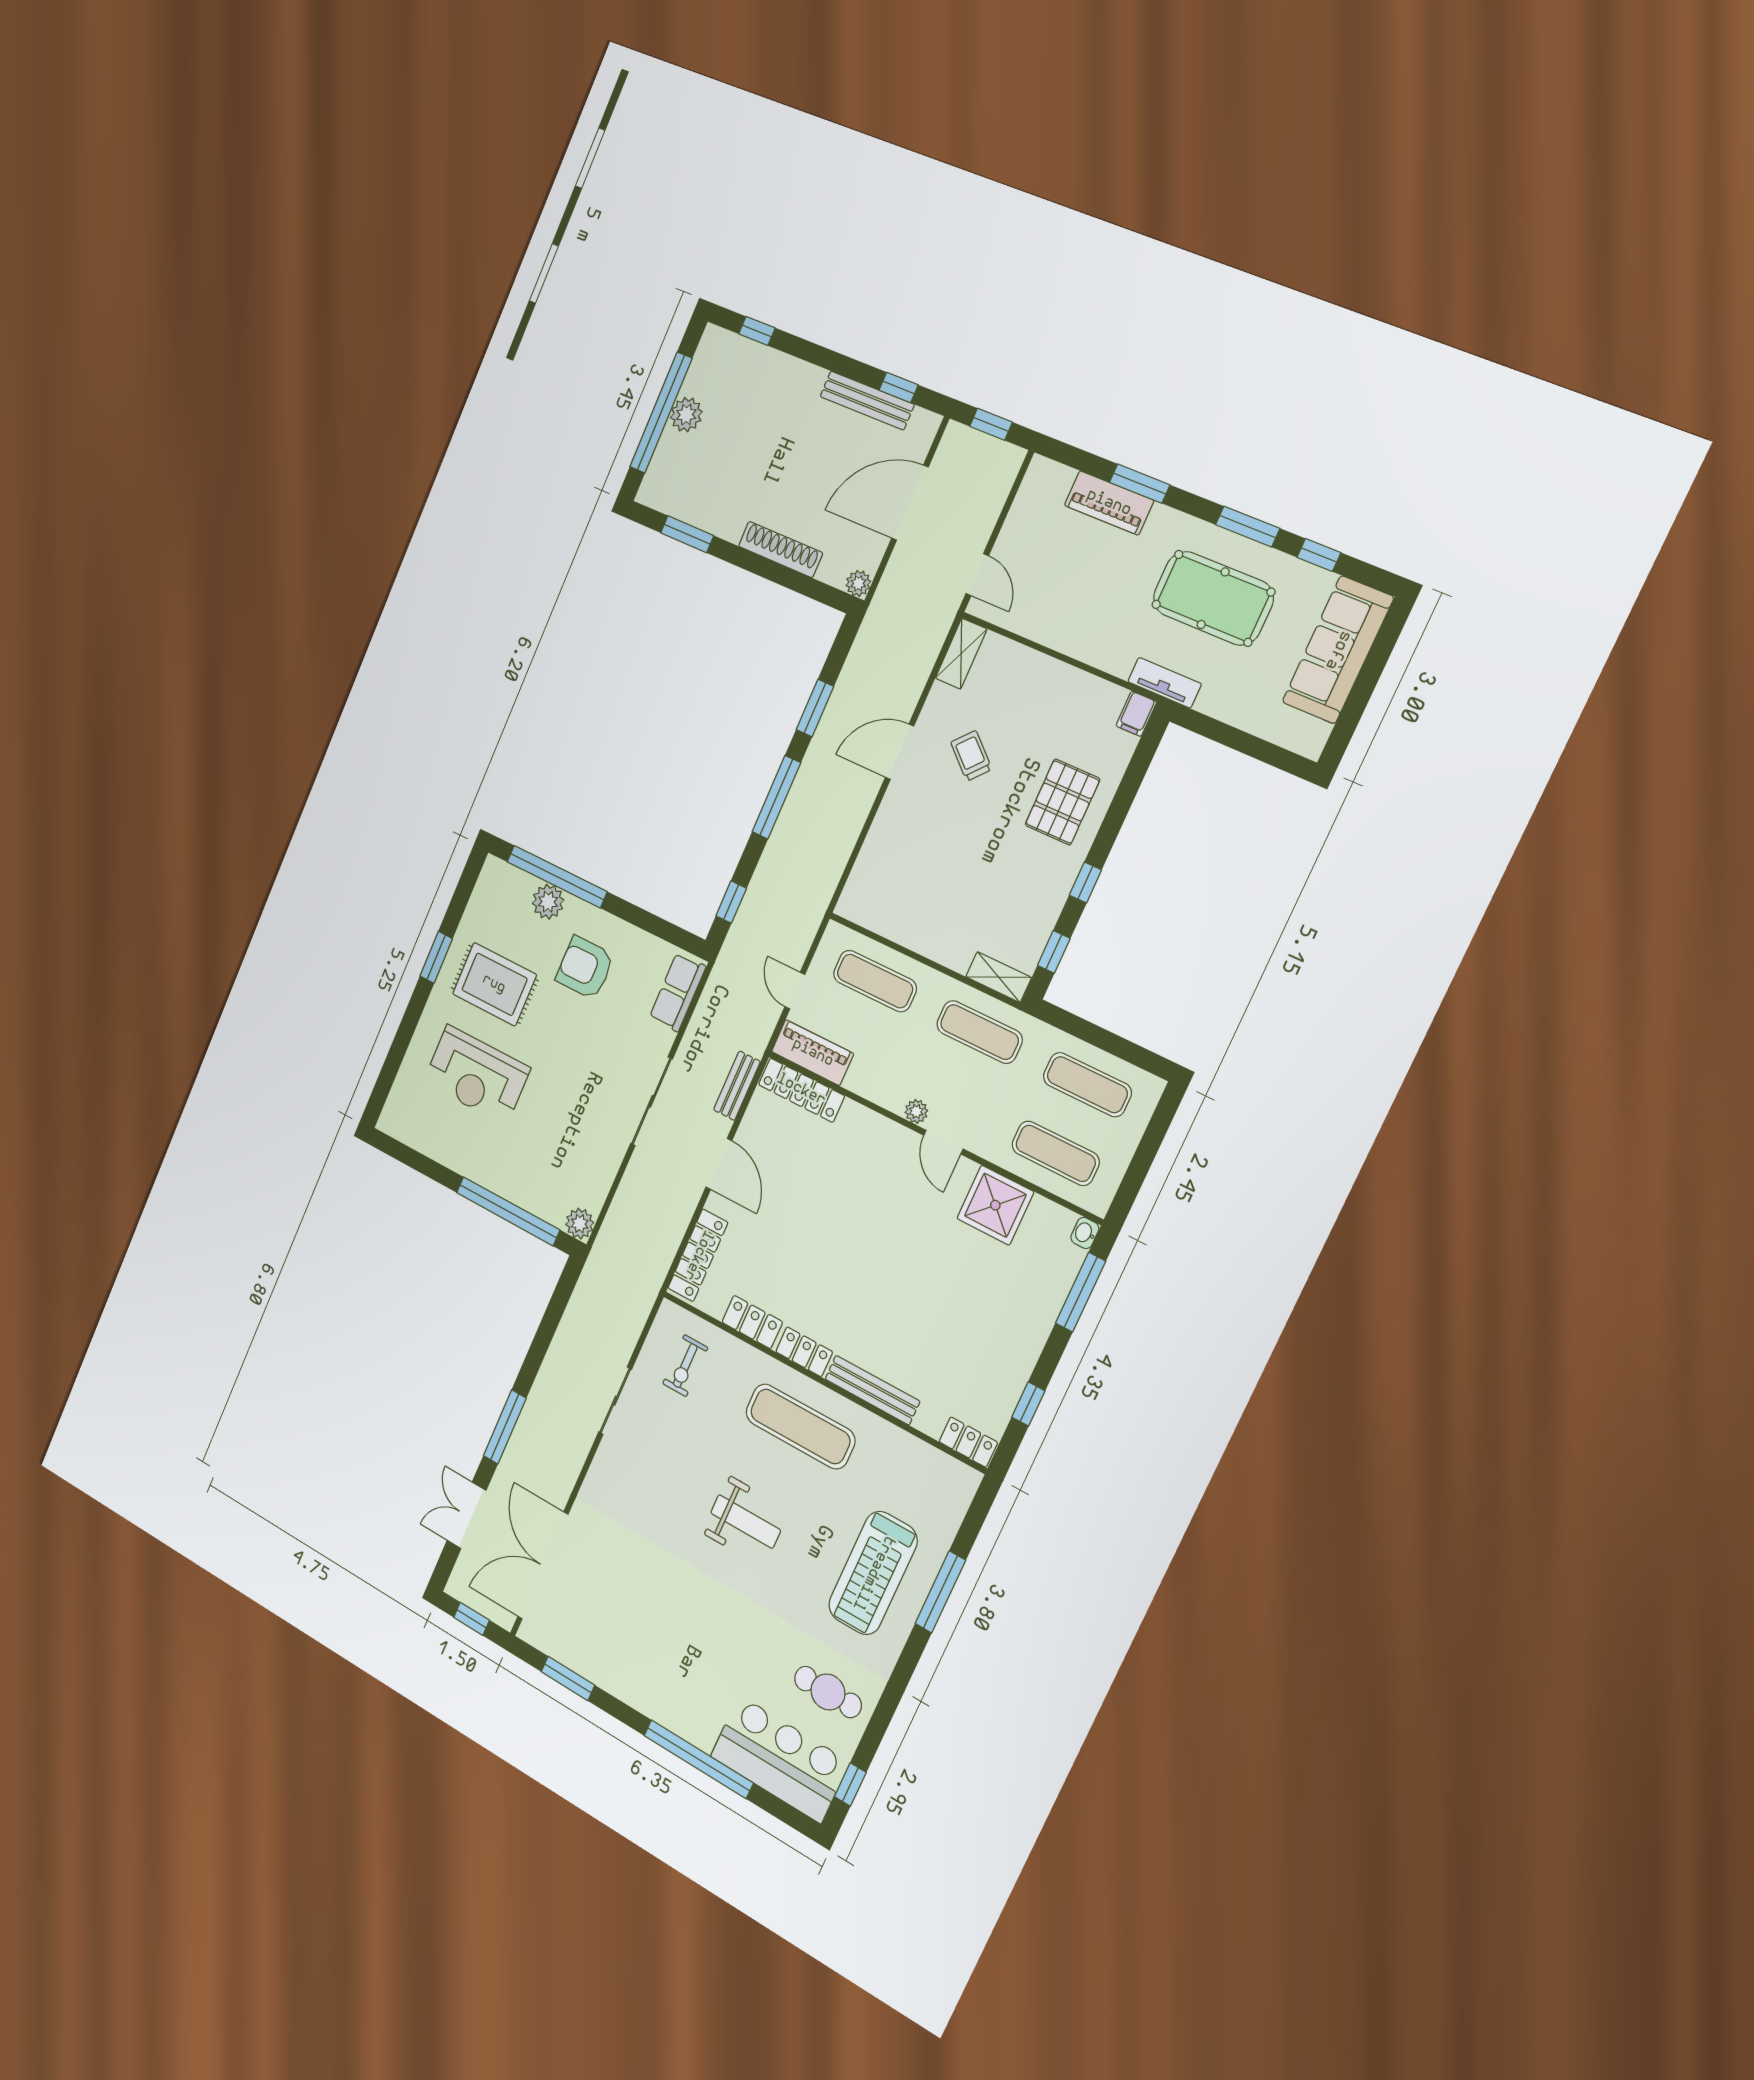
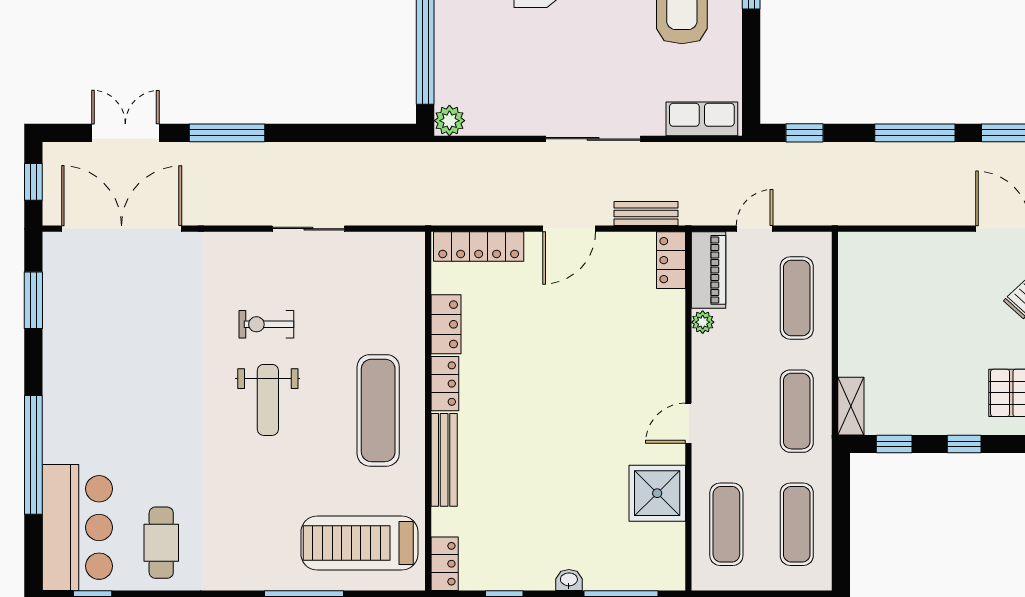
locker: (801, 1090) -> (671, 260), width x0.66
plant: (916, 1111) -> (703, 322), moved
washbasin: (1085, 1233) -> (569, 580), moved
exercise bike: (685, 1366) -> (266, 324), moved
treadmill: (873, 1573) -> (359, 543), moved

